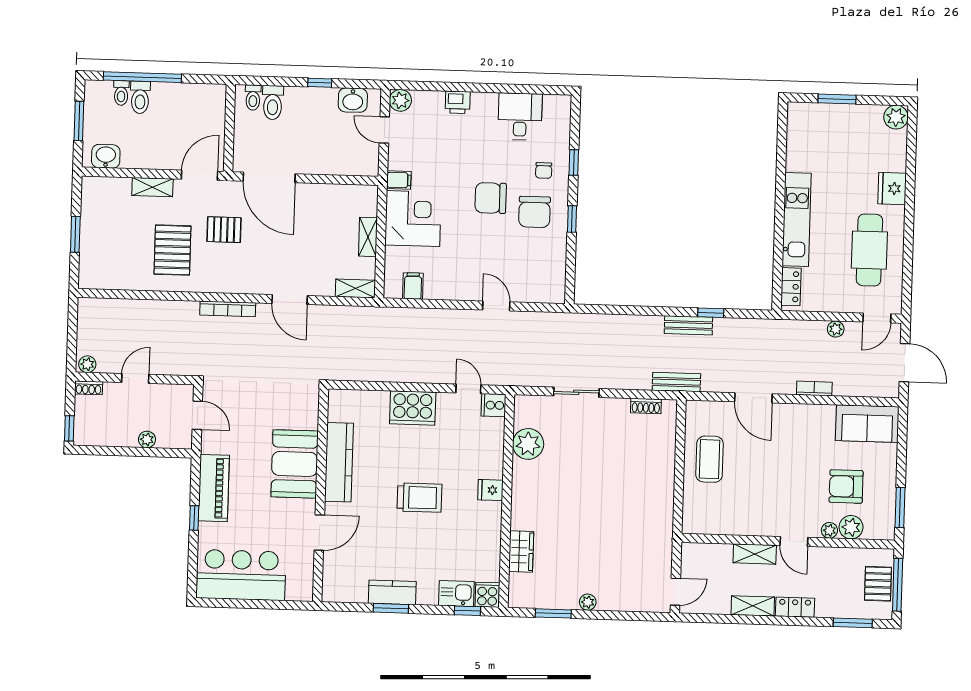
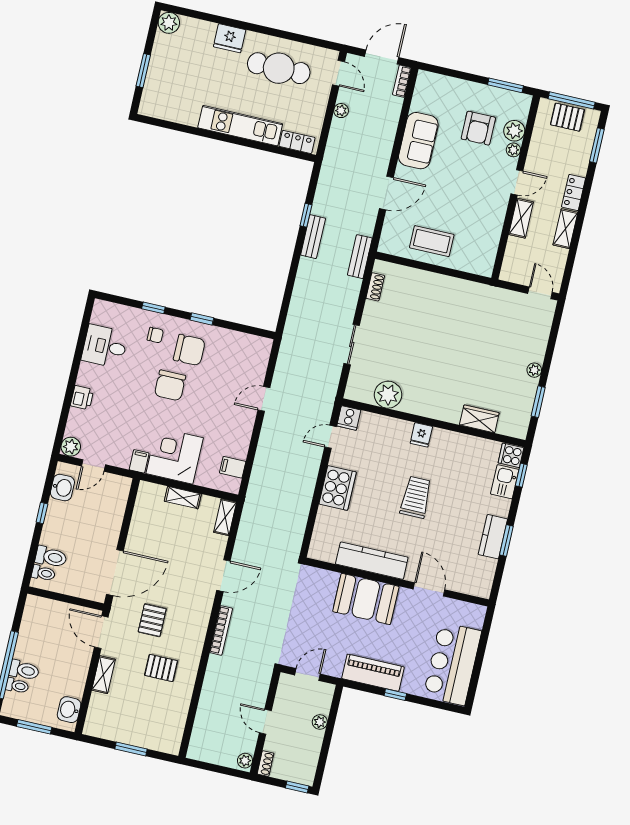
pallet: (172, 250) -> (161, 668), width x0.67, depth x0.71
bookcase: (814, 389) -> (402, 81), moved
sofa: (867, 424) -> (418, 141), moved

